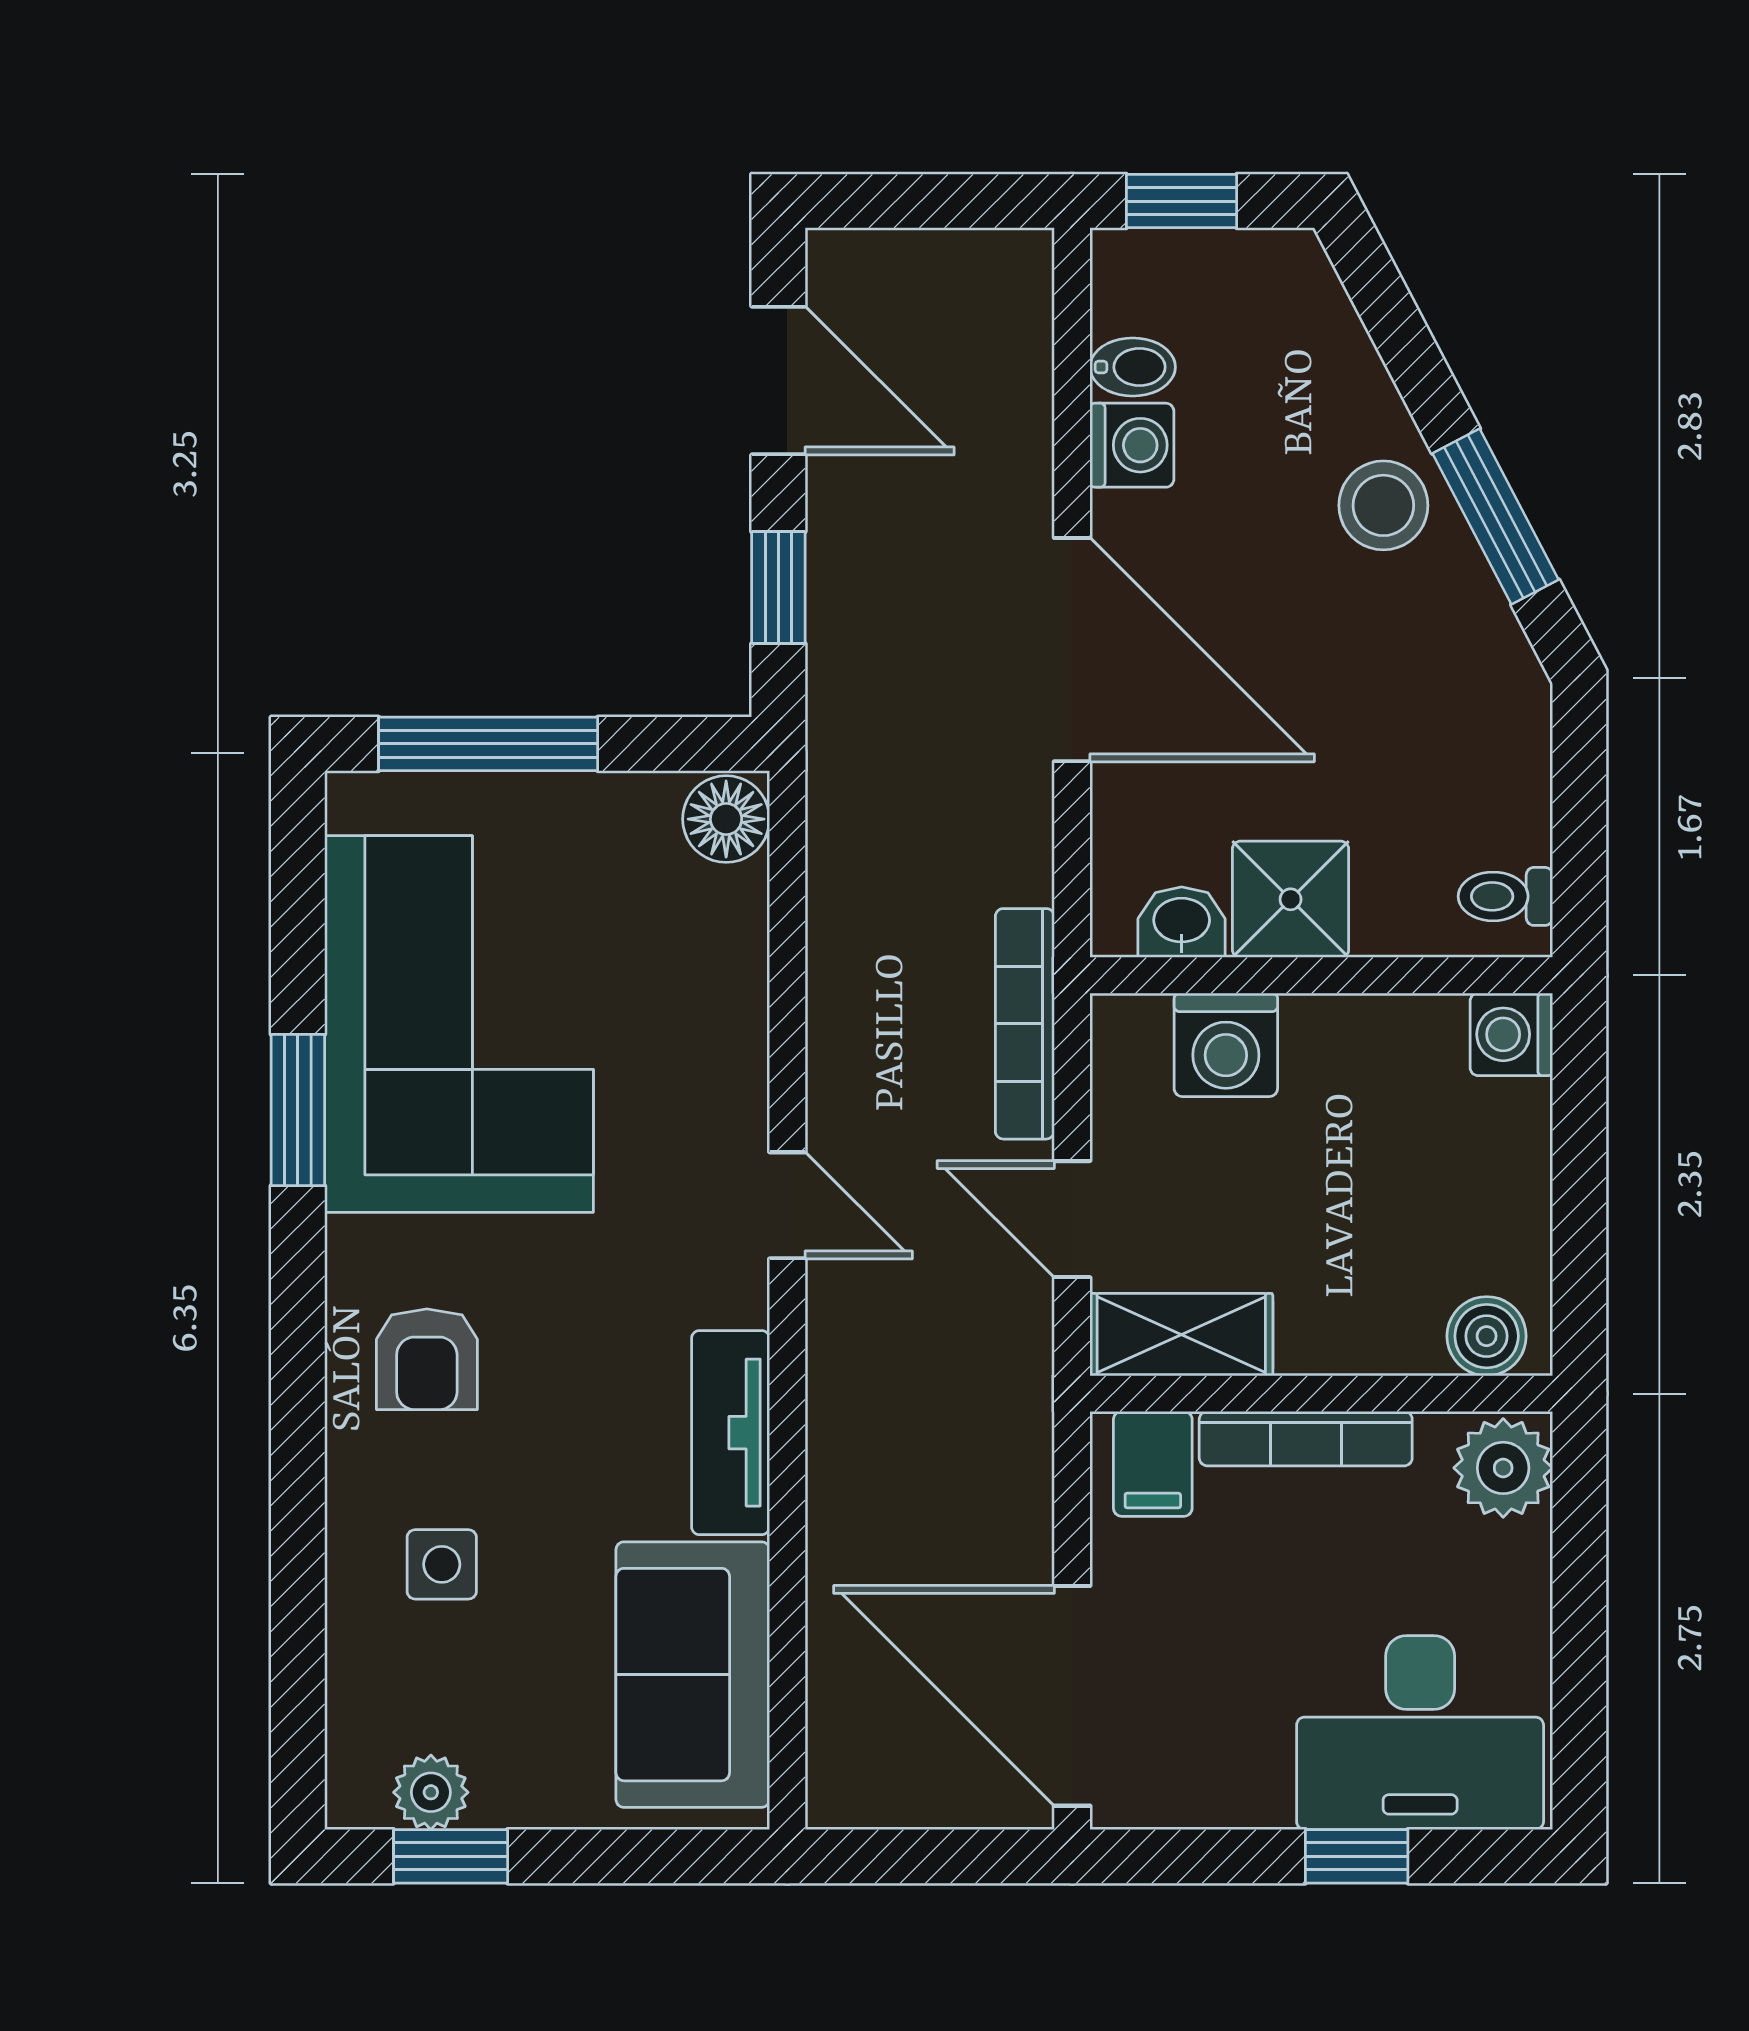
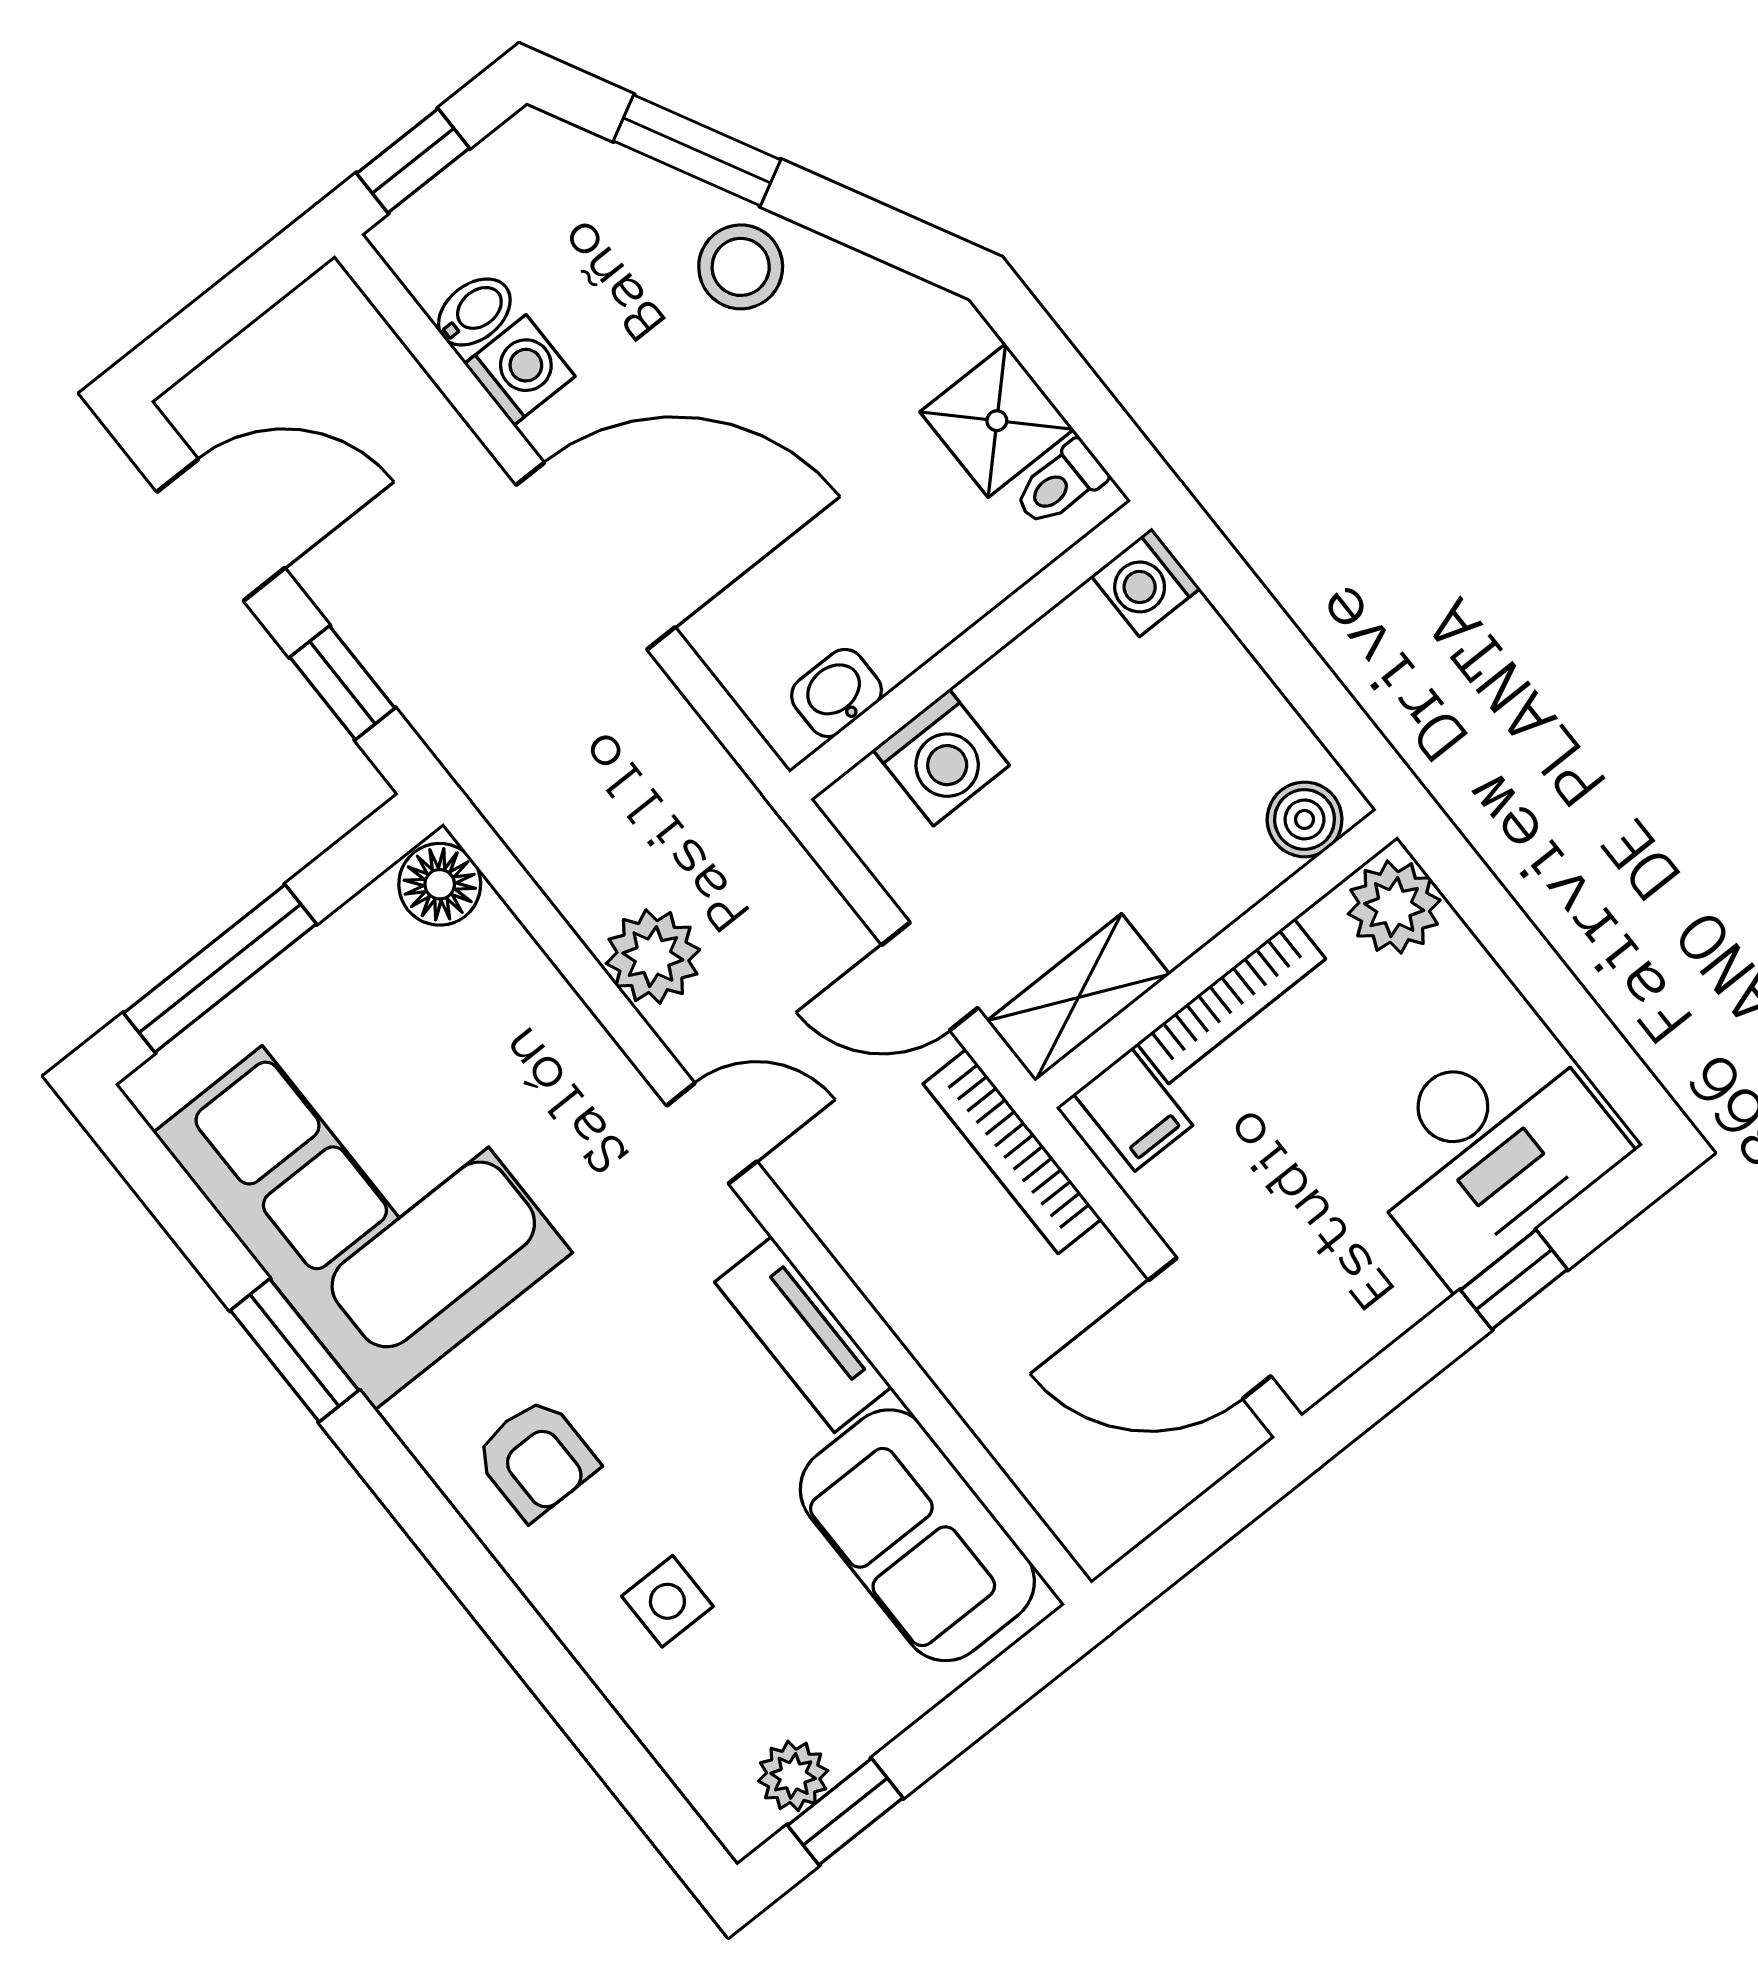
window: (1496, 517) -> (697, 150), moved
shower: (1291, 899) -> (997, 421), moved
plant: (855, 1020) -> (653, 957), added
bookcase: (1025, 1024) -> (1012, 1151), moved
door: (1072, 1696) -> (1210, 1328), width x0.73

